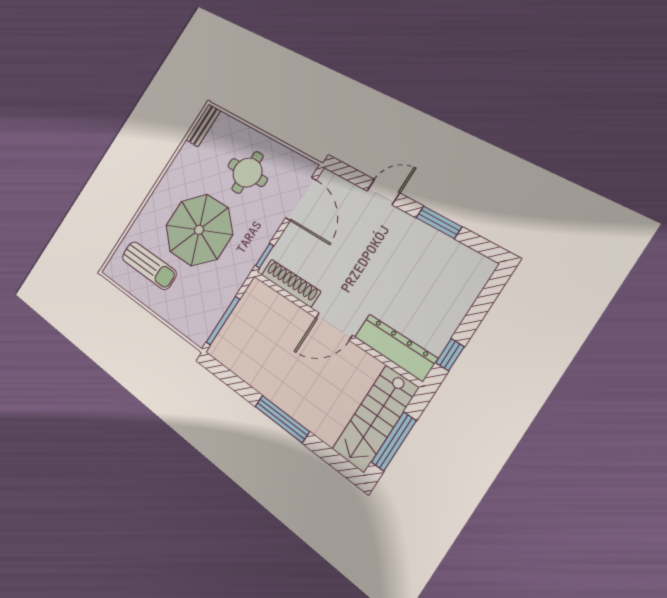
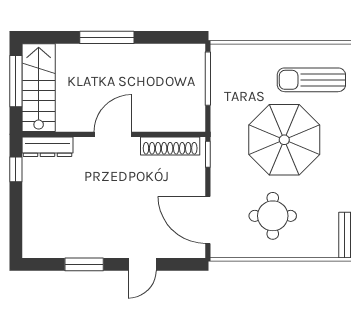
dresser: (396, 347) -> (47, 147), width x0.73, depth x0.80

